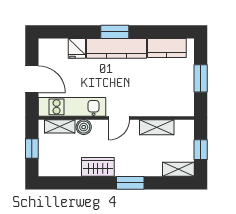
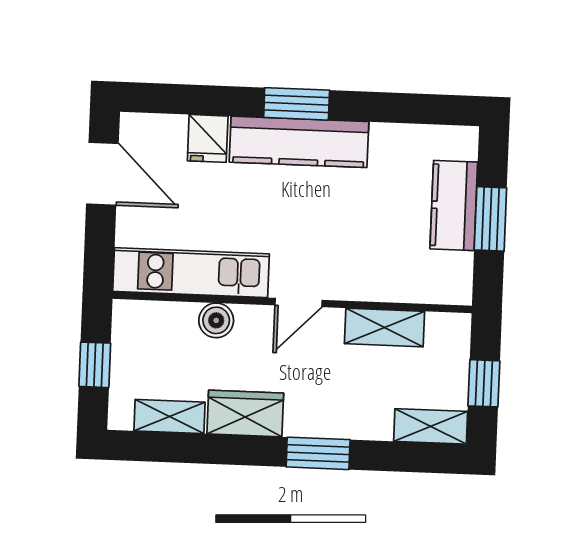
kitchen counter: (167, 48) -> (454, 205), moved, turned 90
door: (32, 79) -> (102, 174), moved
shelving: (60, 126) -> (169, 417), moved

